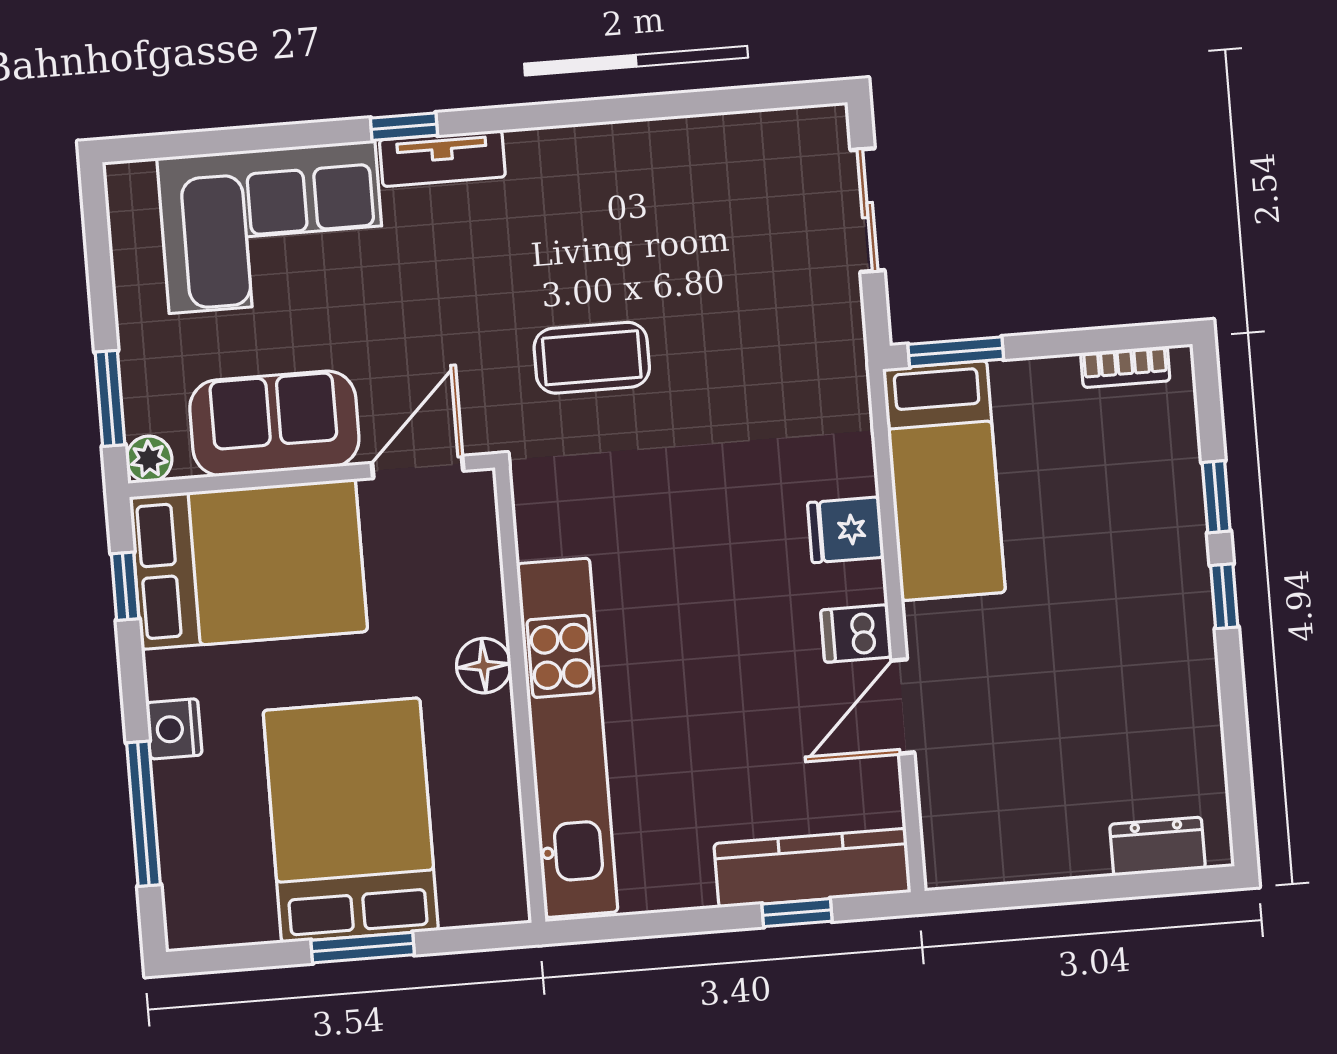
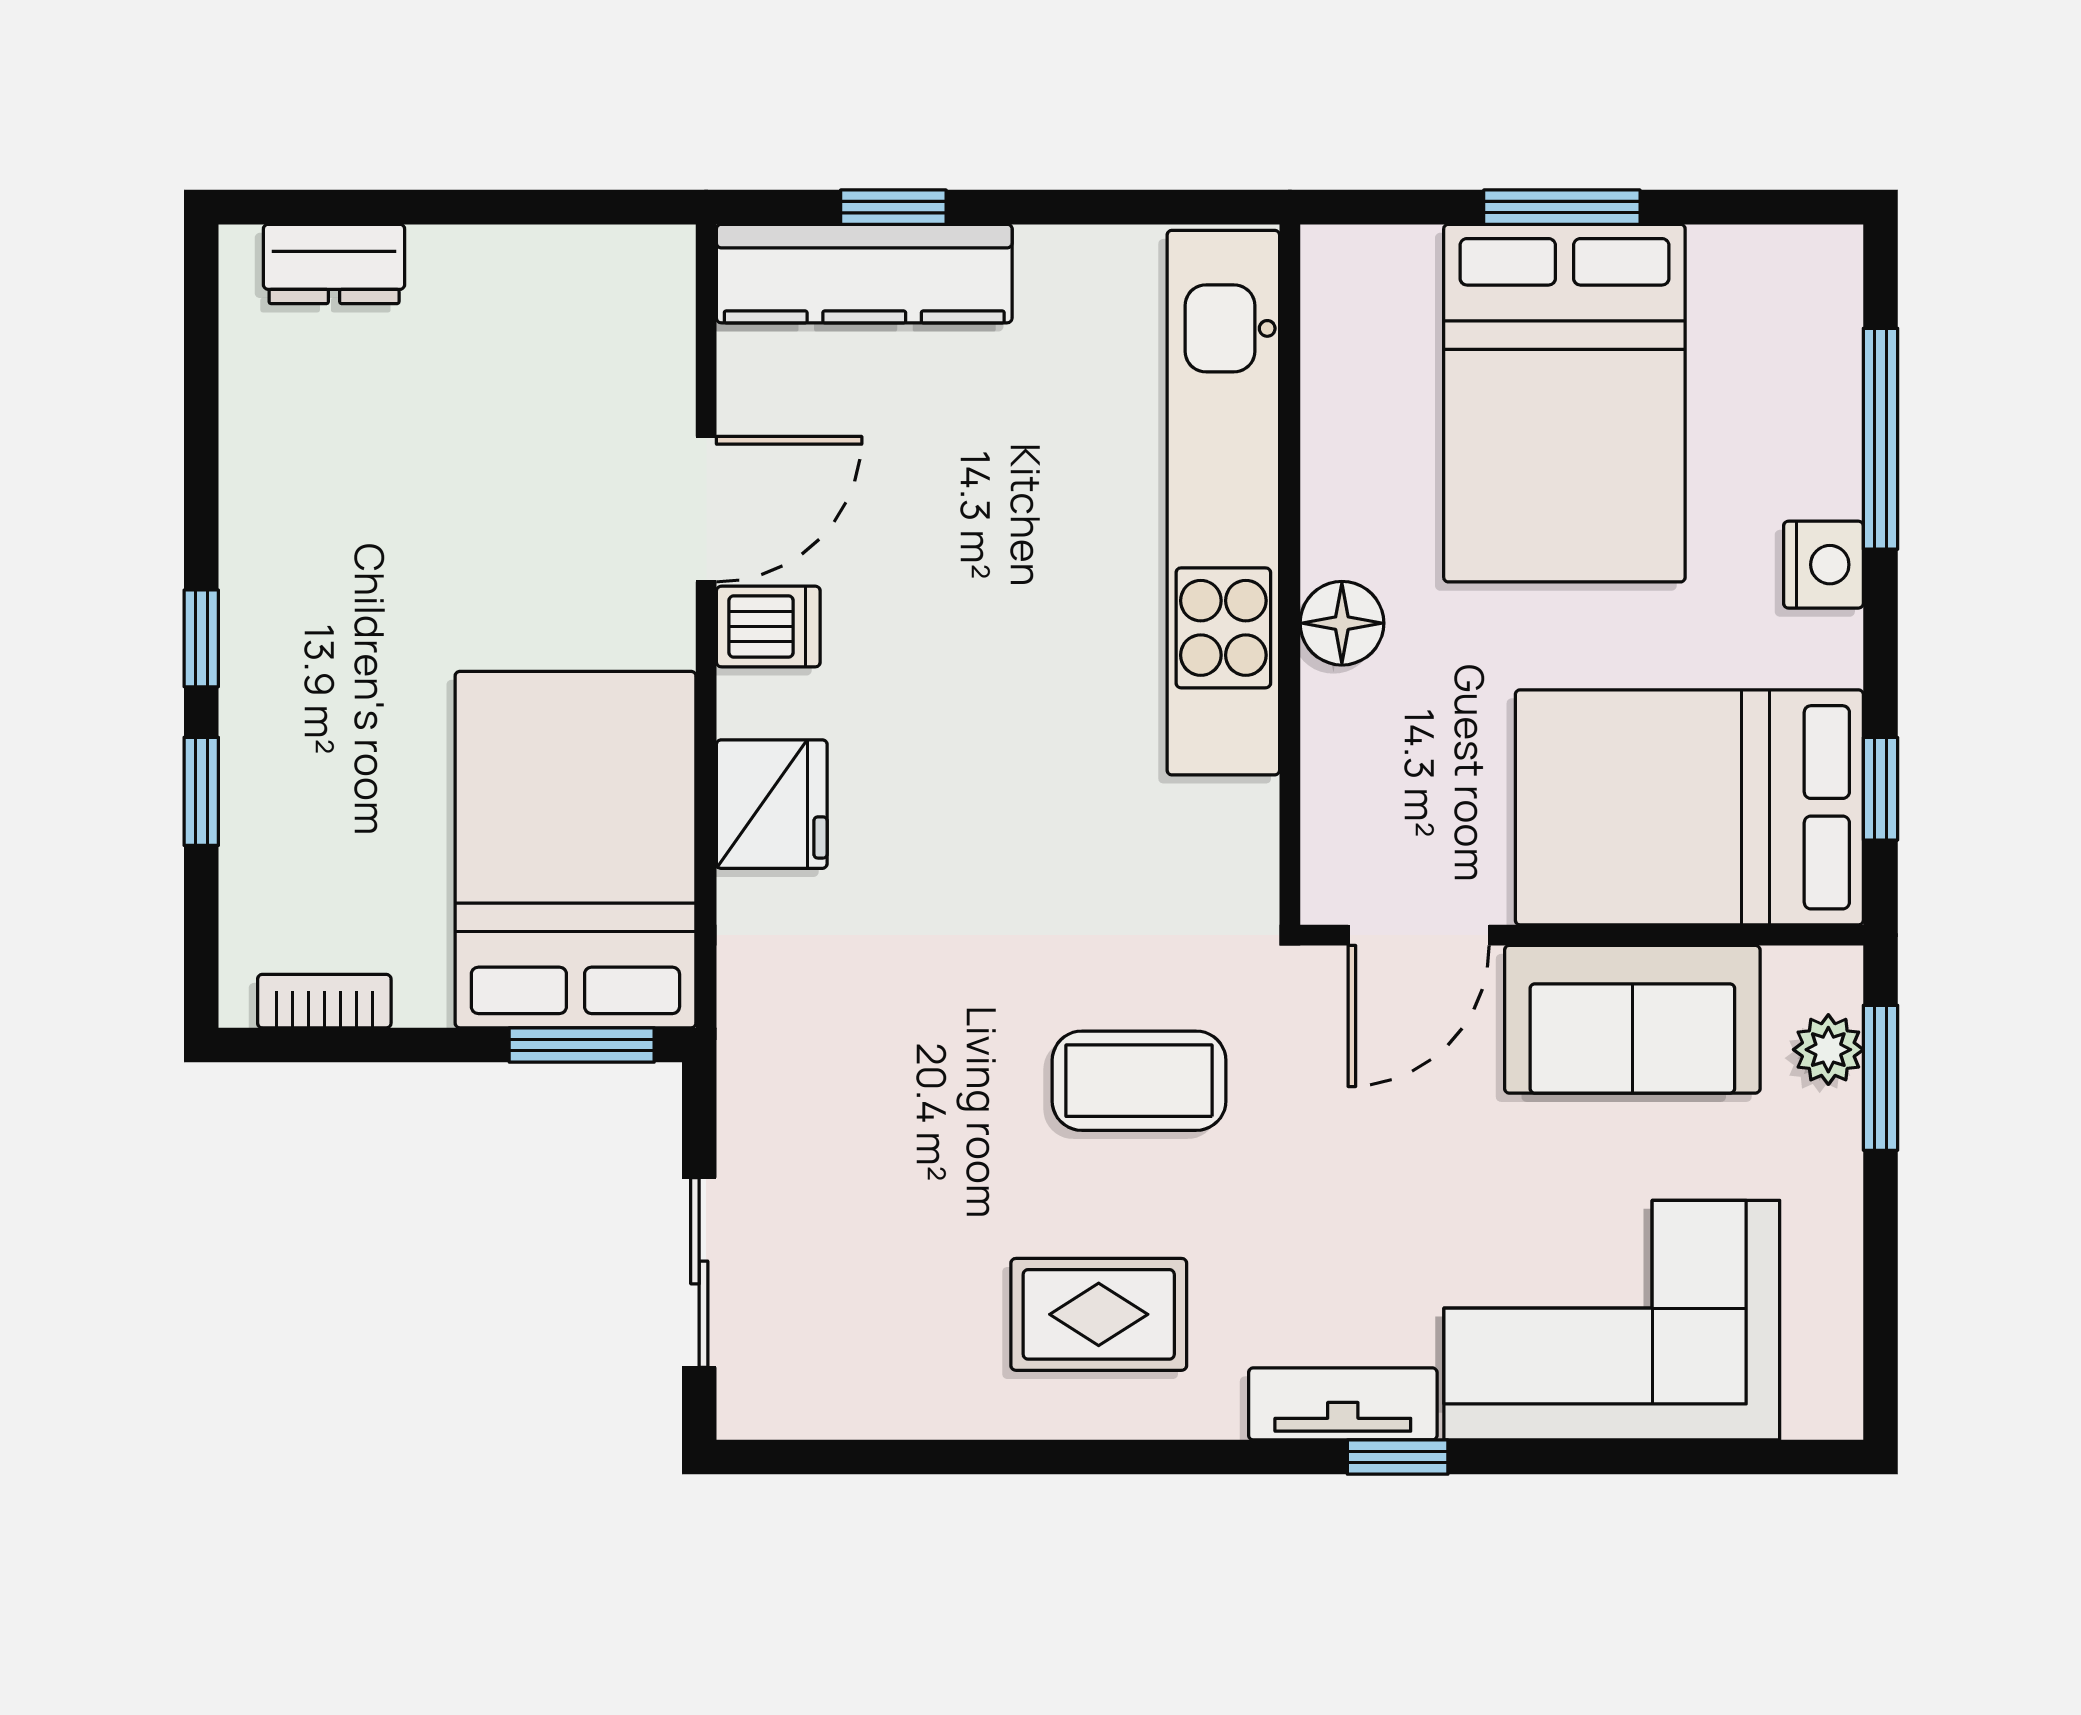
rug: (606, 204) -> (1099, 1314), added
plant: (149, 459) -> (1828, 1050), moved
bed: (944, 481) -> (575, 850), width x1.50
fridge: (846, 530) -> (772, 804), width x1.38

